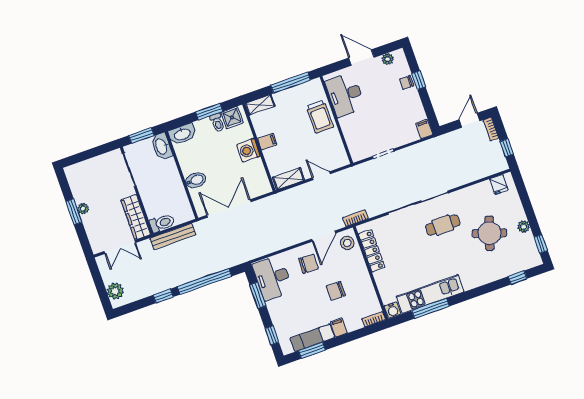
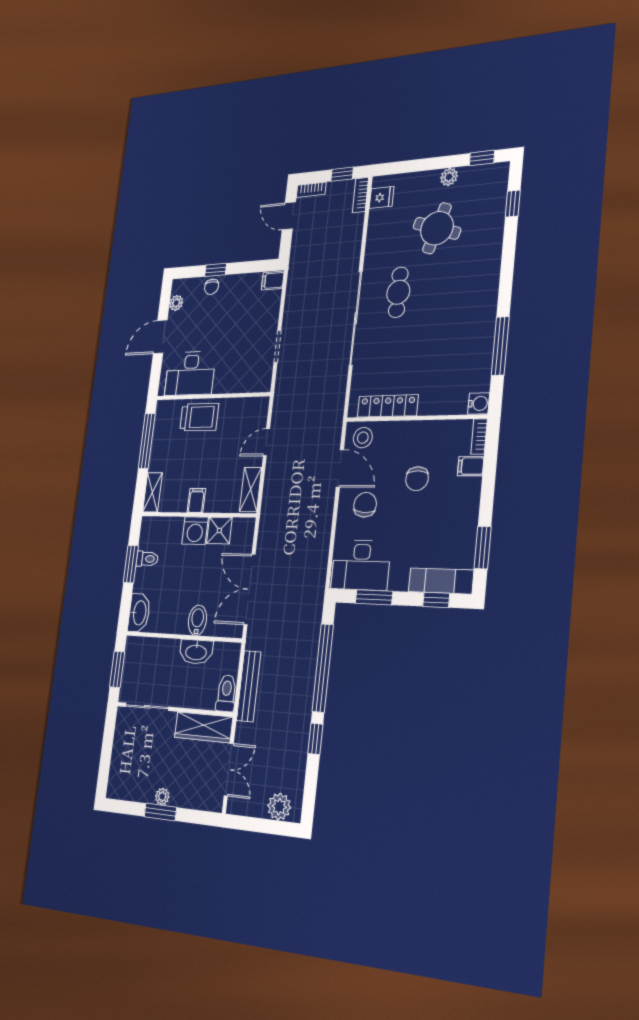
shower: (232, 117) -> (219, 530), moved
washbasin: (162, 146) -> (196, 652), moved
bookcase: (355, 218) -> (360, 195), moved
kitchen unit: (430, 294) -> (481, 340), removed
filing cabinet: (339, 327) -> (471, 466), moved
exam couch: (312, 338) -> (441, 581), moved, turned 90

